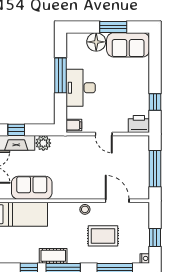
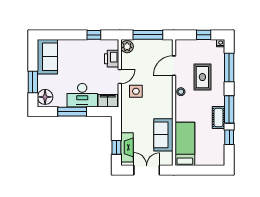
window: (113, 27) -> (33, 82), moved
floor lamp: (96, 42) -> (45, 97), moved
printer: (139, 124) -> (112, 59), moved
filing cabinet: (74, 125) -> (108, 101), width x2.00
plant: (43, 143) -> (127, 47), moved
side table: (86, 154) -> (136, 91), added

